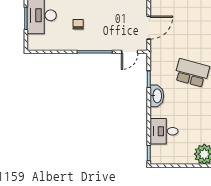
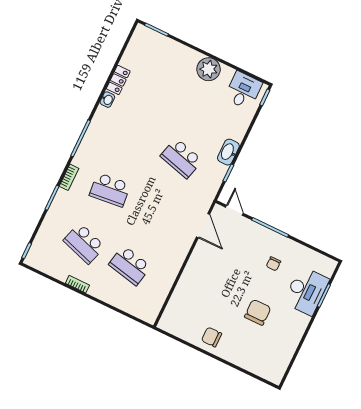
door: (149, 28) -> (203, 226), swing flipped
door: (130, 52) -> (234, 210), hinge flipped
desk: (164, 131) -> (243, 90), moved, turned -90

